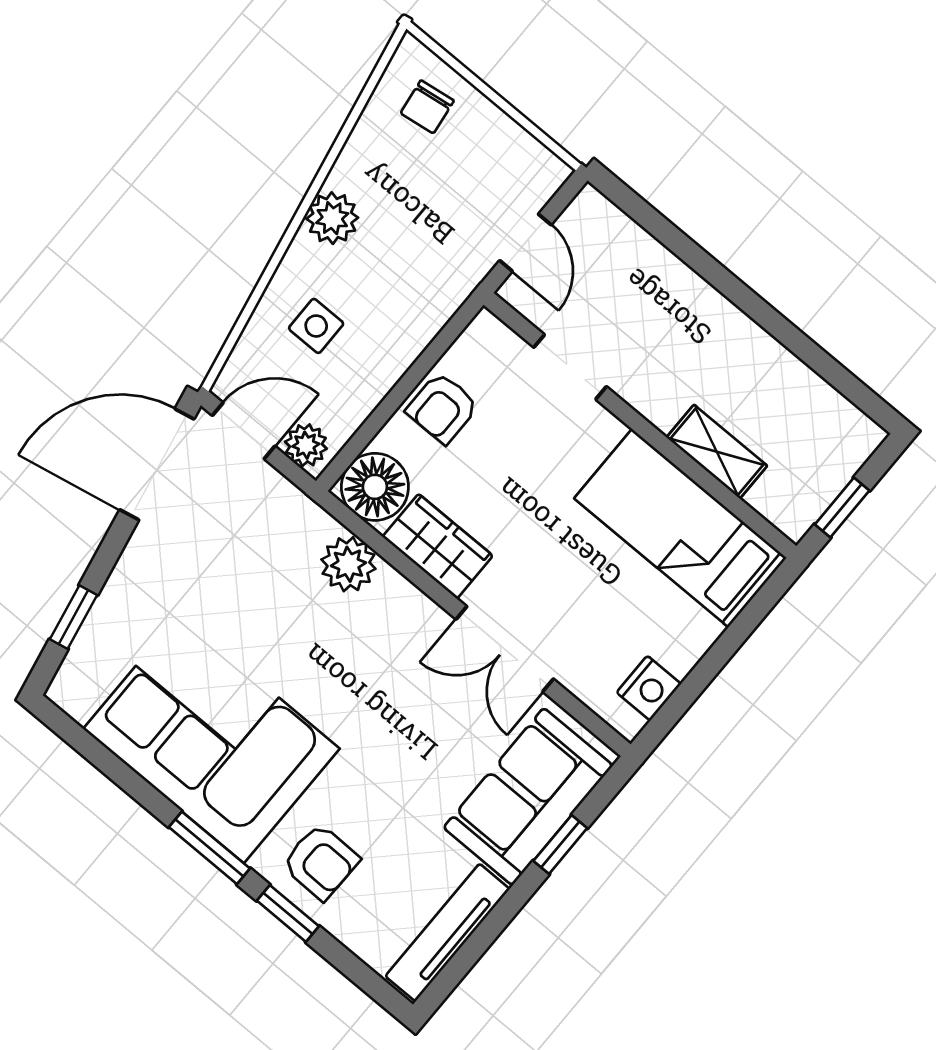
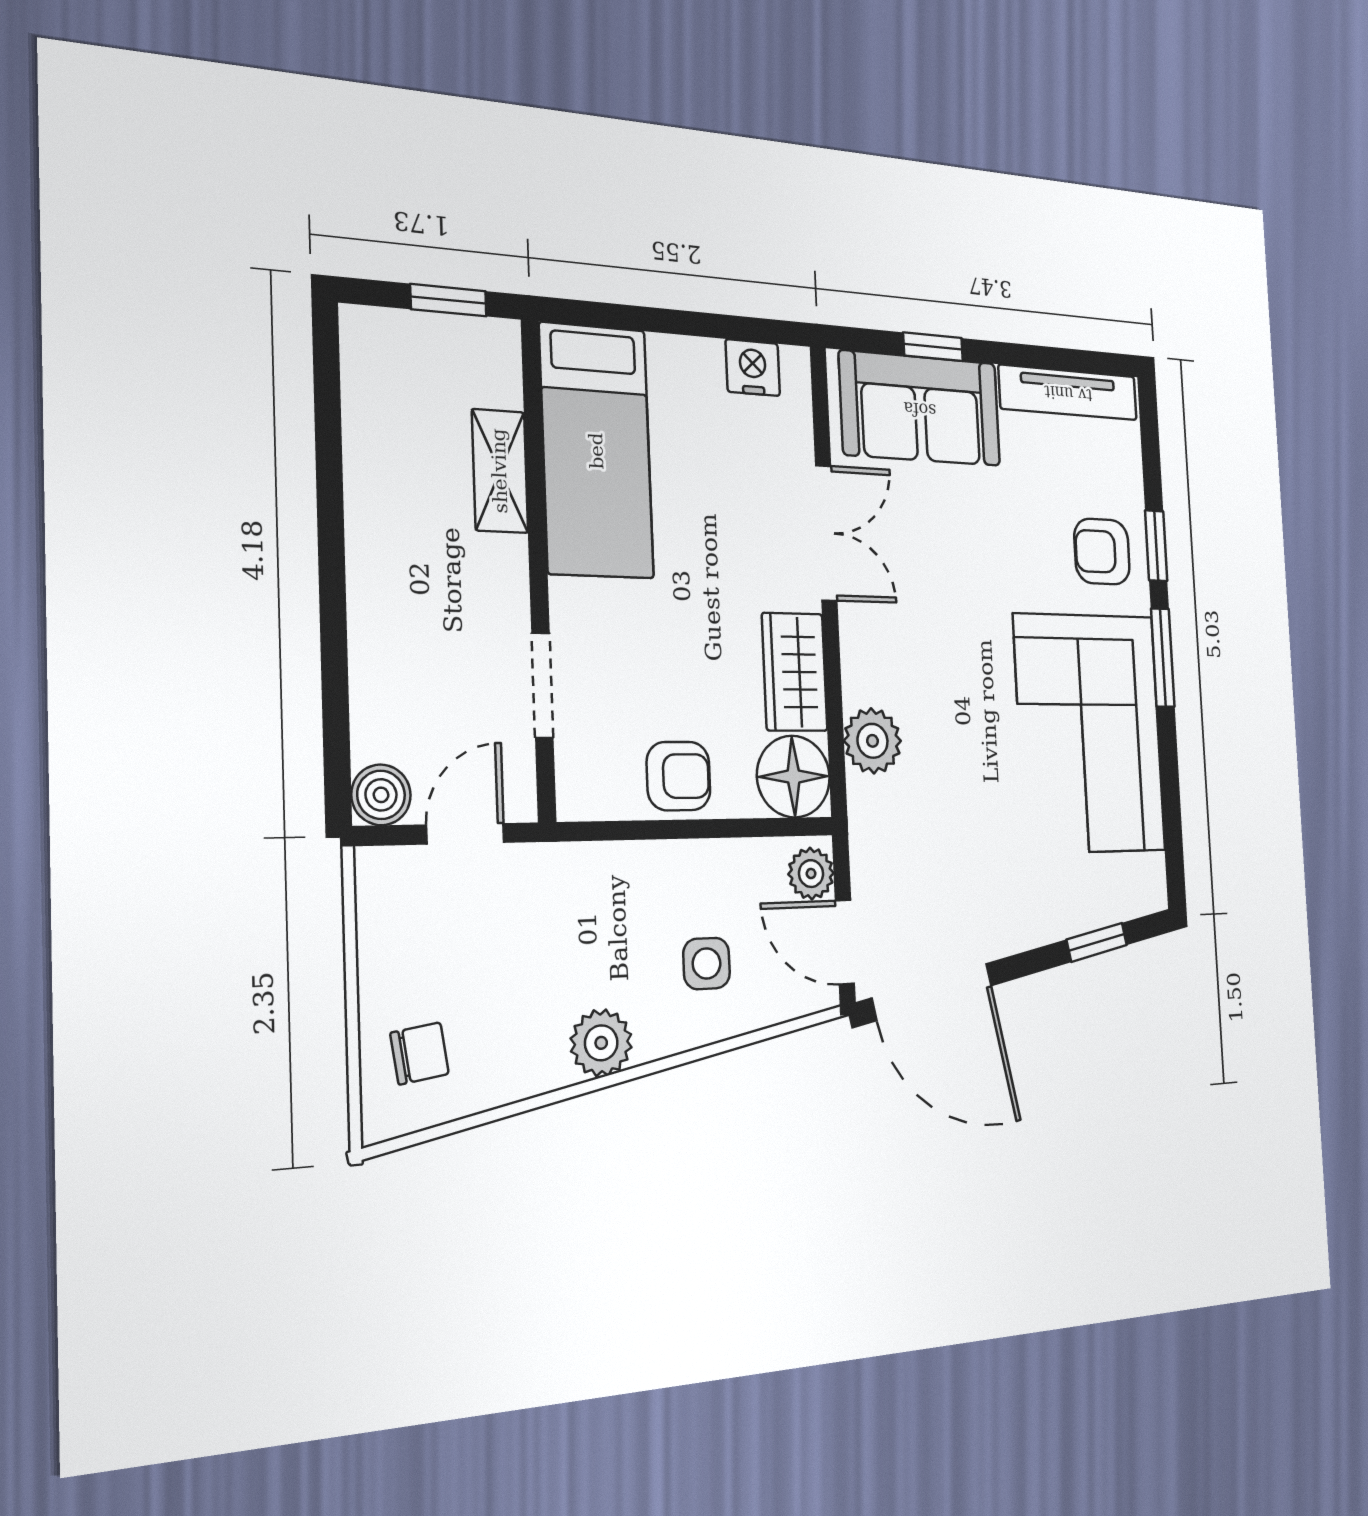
boiler: (590, 212) -> (381, 795), added
armchair: (321, 862) -> (1102, 552), turned -91

